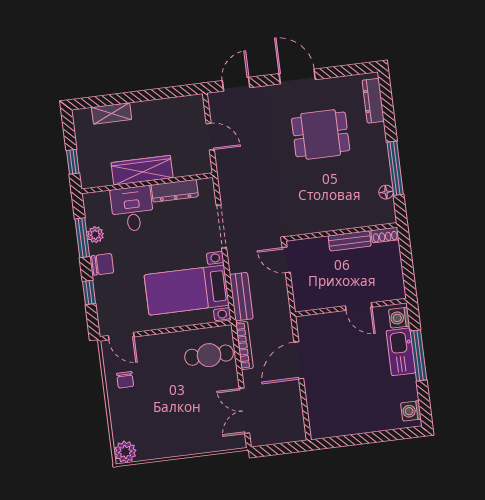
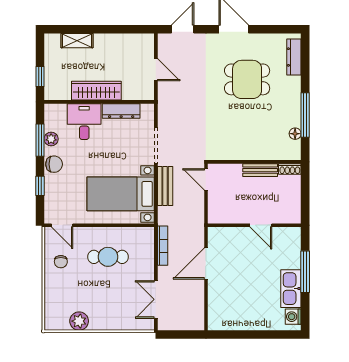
bench: (241, 297) -> (165, 186), moved
washing machine: (399, 318) -> (293, 239), removed
kitchen sink: (401, 352) -> (291, 289), moved
cafe table: (209, 355) -> (108, 257), moved
plant: (125, 452) -> (79, 321), moved

